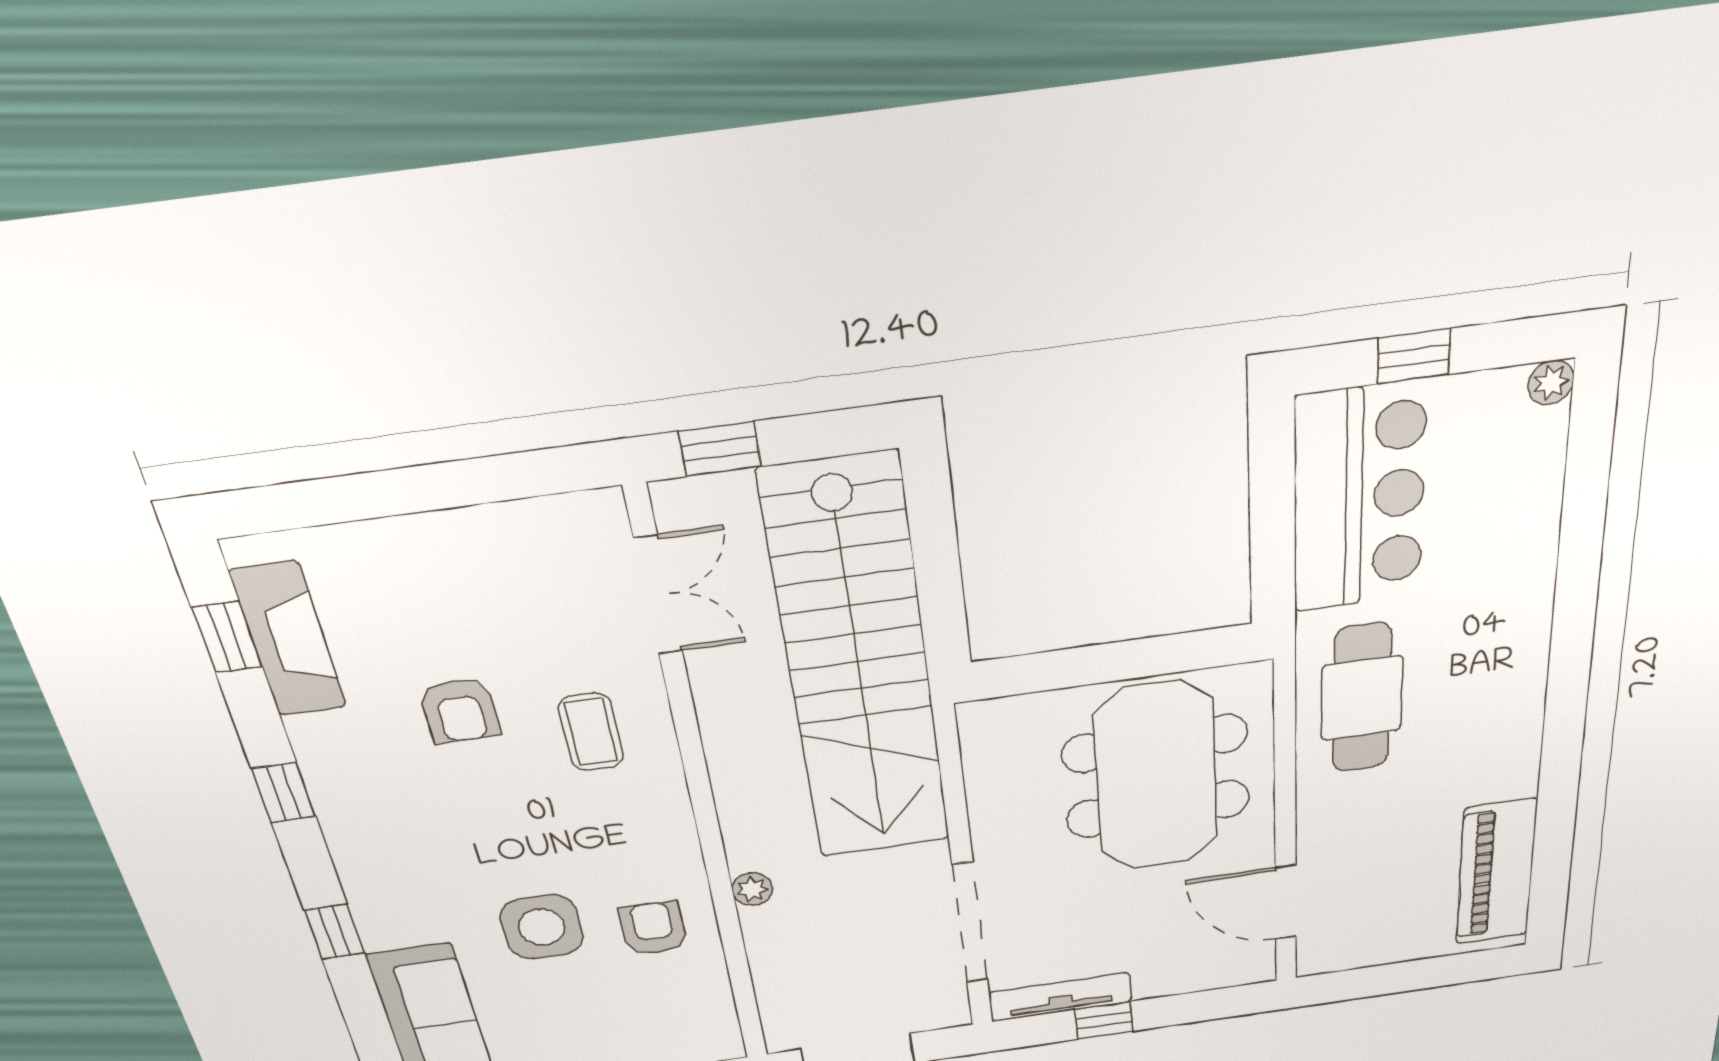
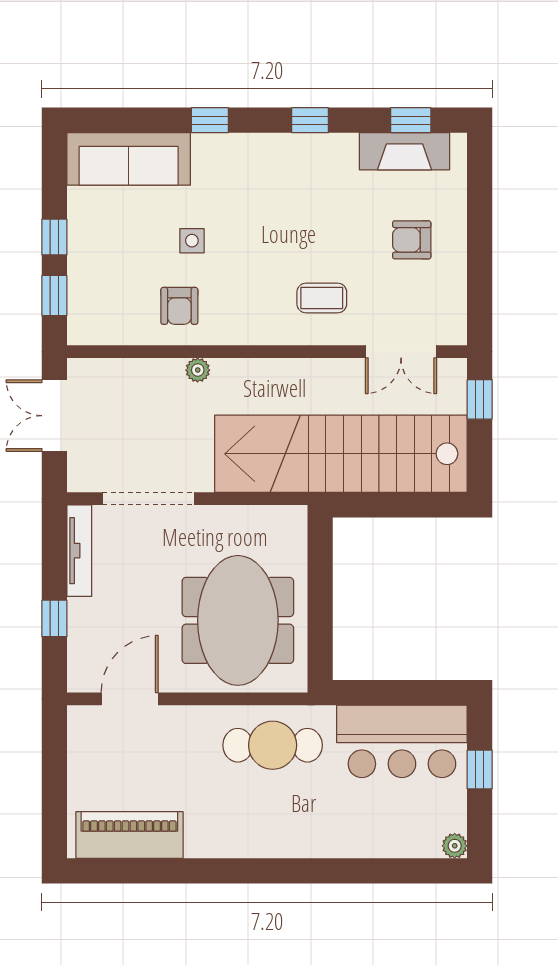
armchair: (460, 711) -> (412, 240), moved
meeting table: (1156, 777) -> (238, 620), turned 90
side table: (542, 927) -> (192, 241), width x0.54, depth x0.54
armchair: (653, 928) -> (179, 306), turned 90
window: (1104, 1020) -> (54, 618), moved

